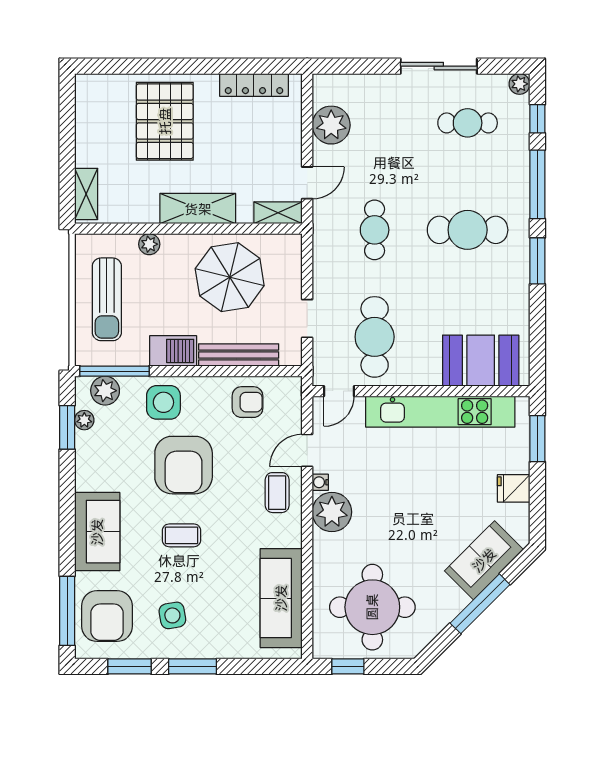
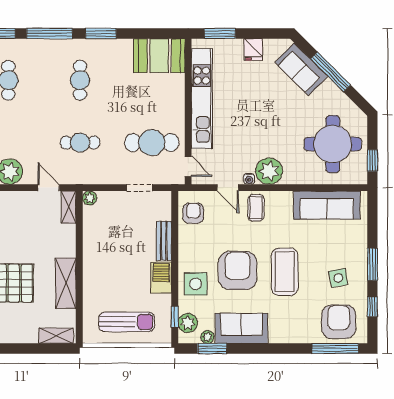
shelving: (198, 209) -> (66, 283), moved
cafe table: (468, 230) -> (80, 80), width x0.73, depth x0.74
plant: (149, 244) -> (90, 198), moved
parasol: (230, 277) -> (112, 240), removed
bench: (239, 355) -> (164, 241), width x0.73
booth: (481, 361) -> (159, 56), moved, turned 90
window: (114, 371) -> (175, 317), width x0.46
armchair: (247, 402) -> (193, 213), moved
armchair: (184, 465) -> (238, 270), turned -90
coffee table: (277, 493) -> (256, 208), turned 90
sofa: (97, 532) -> (241, 328), moved
coffee table: (182, 535) -> (285, 272), width x1.86, depth x1.72
armchair: (107, 616) -> (339, 322), turned -90
window: (129, 666) -> (372, 307), width x0.67

